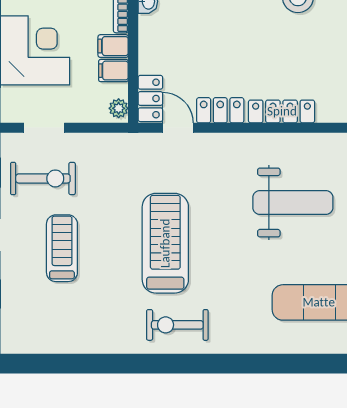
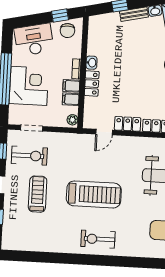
locker: (150, 98) -> (92, 84), moved
door: (178, 128) -> (104, 132), swing flipped
treadmill: (165, 243) -> (94, 194), turned 90

